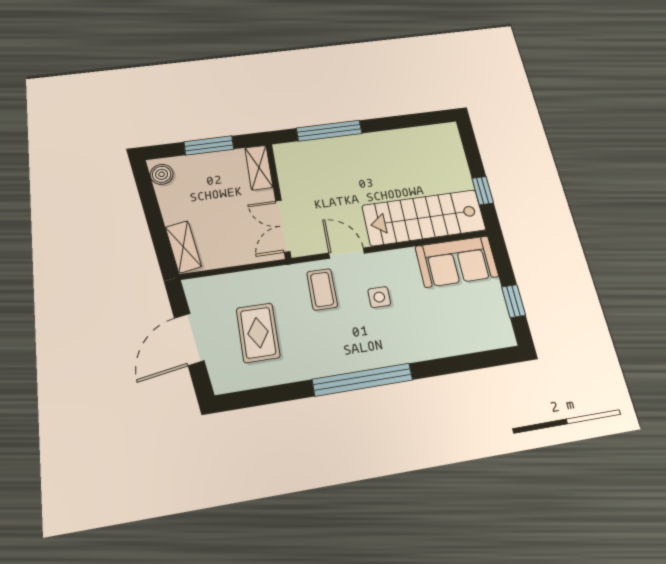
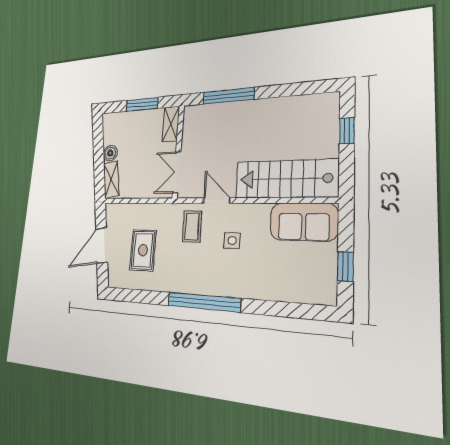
boiler: (162, 174) -> (110, 153), moved
window: (483, 191) -> (347, 131), moved

